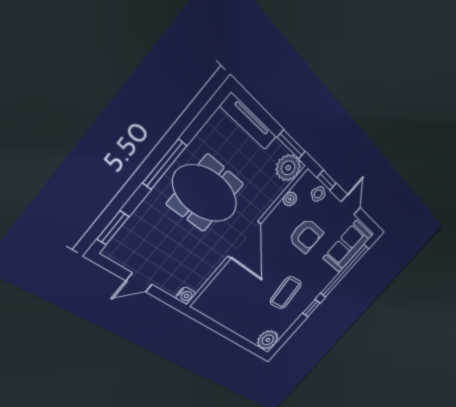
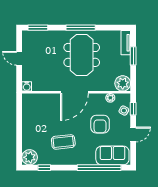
tv unit: (249, 122) -> (126, 43), width x0.71
window: (291, 144) -> (133, 56), moved
window: (311, 308) -> (44, 168), moved

